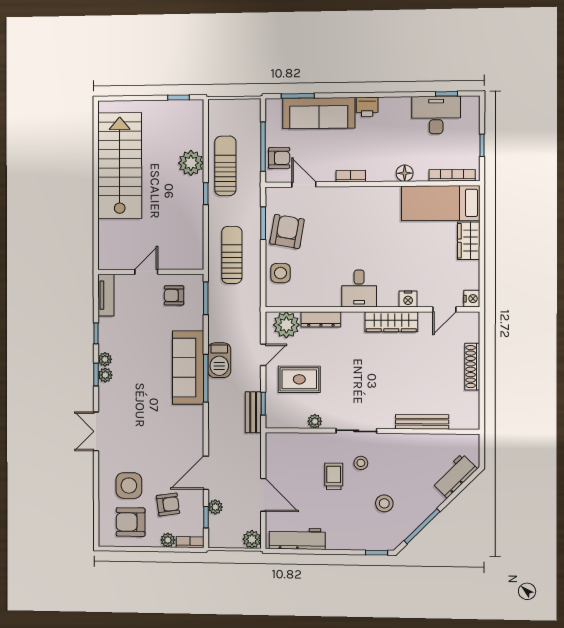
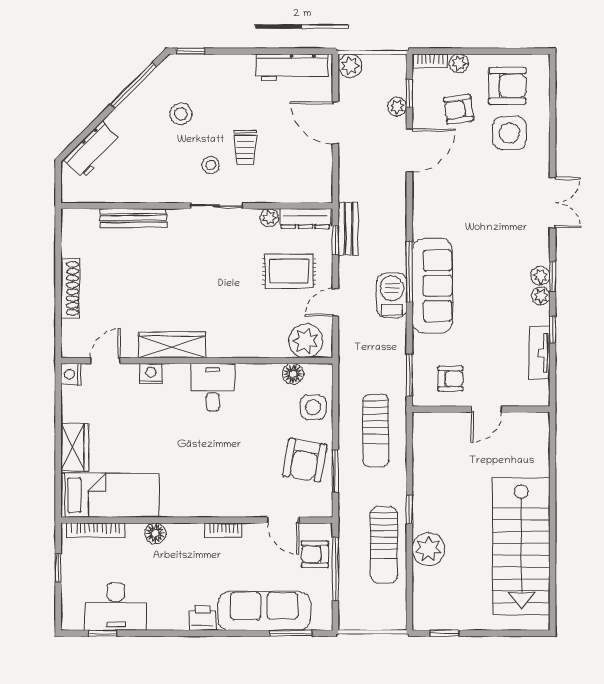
tv unit: (106, 295) -> (539, 353), moved
floor lamp: (296, 299) -> (293, 374), added
dresser: (321, 319) -> (305, 219), moved, turned 180

